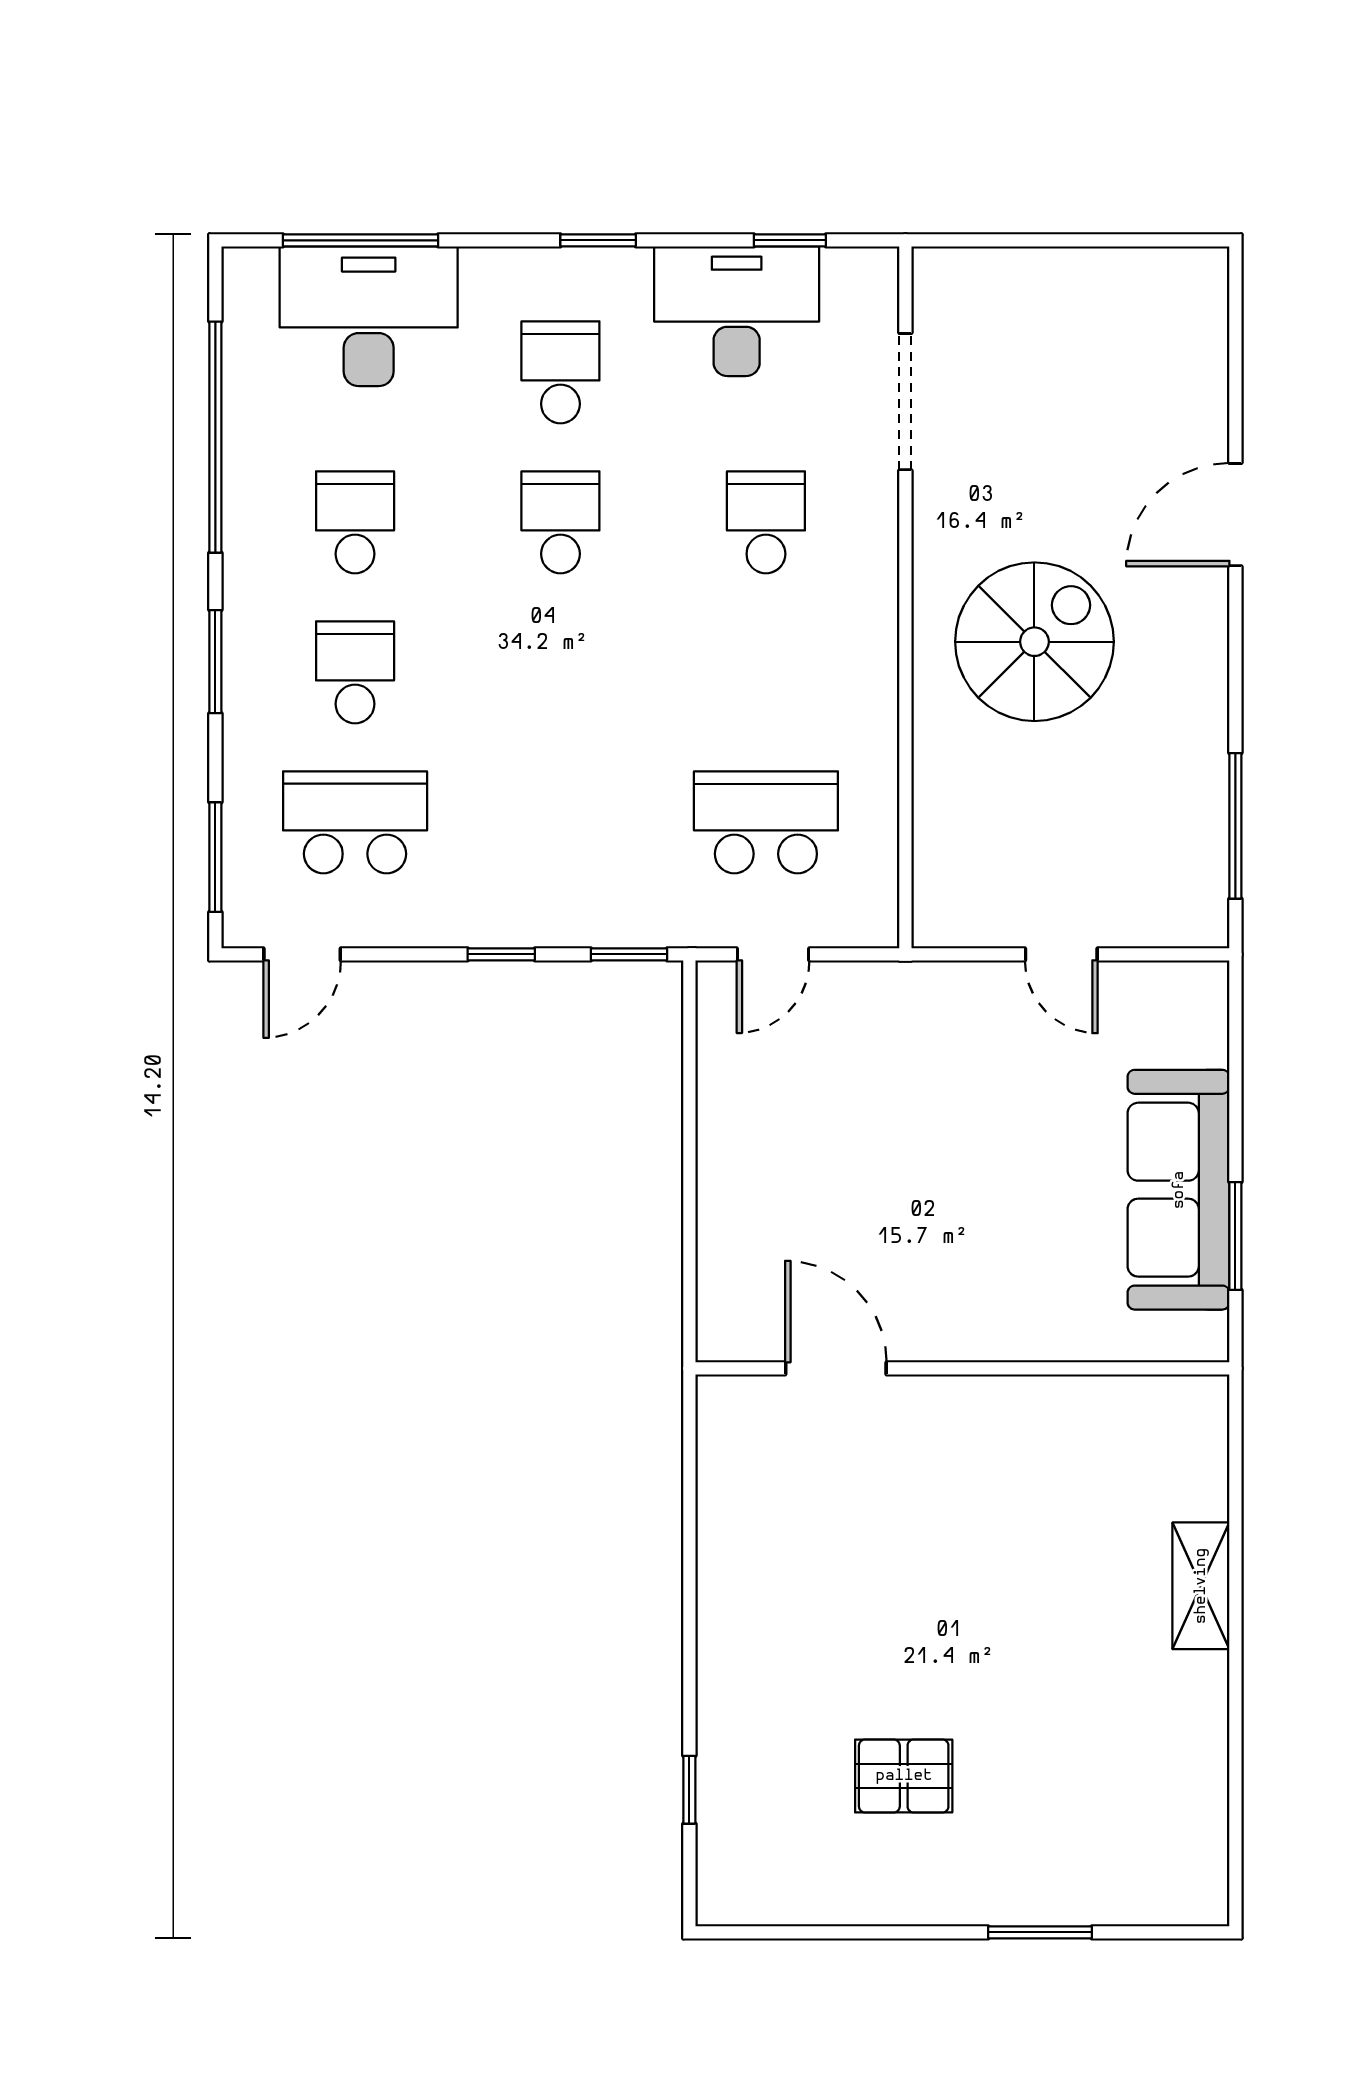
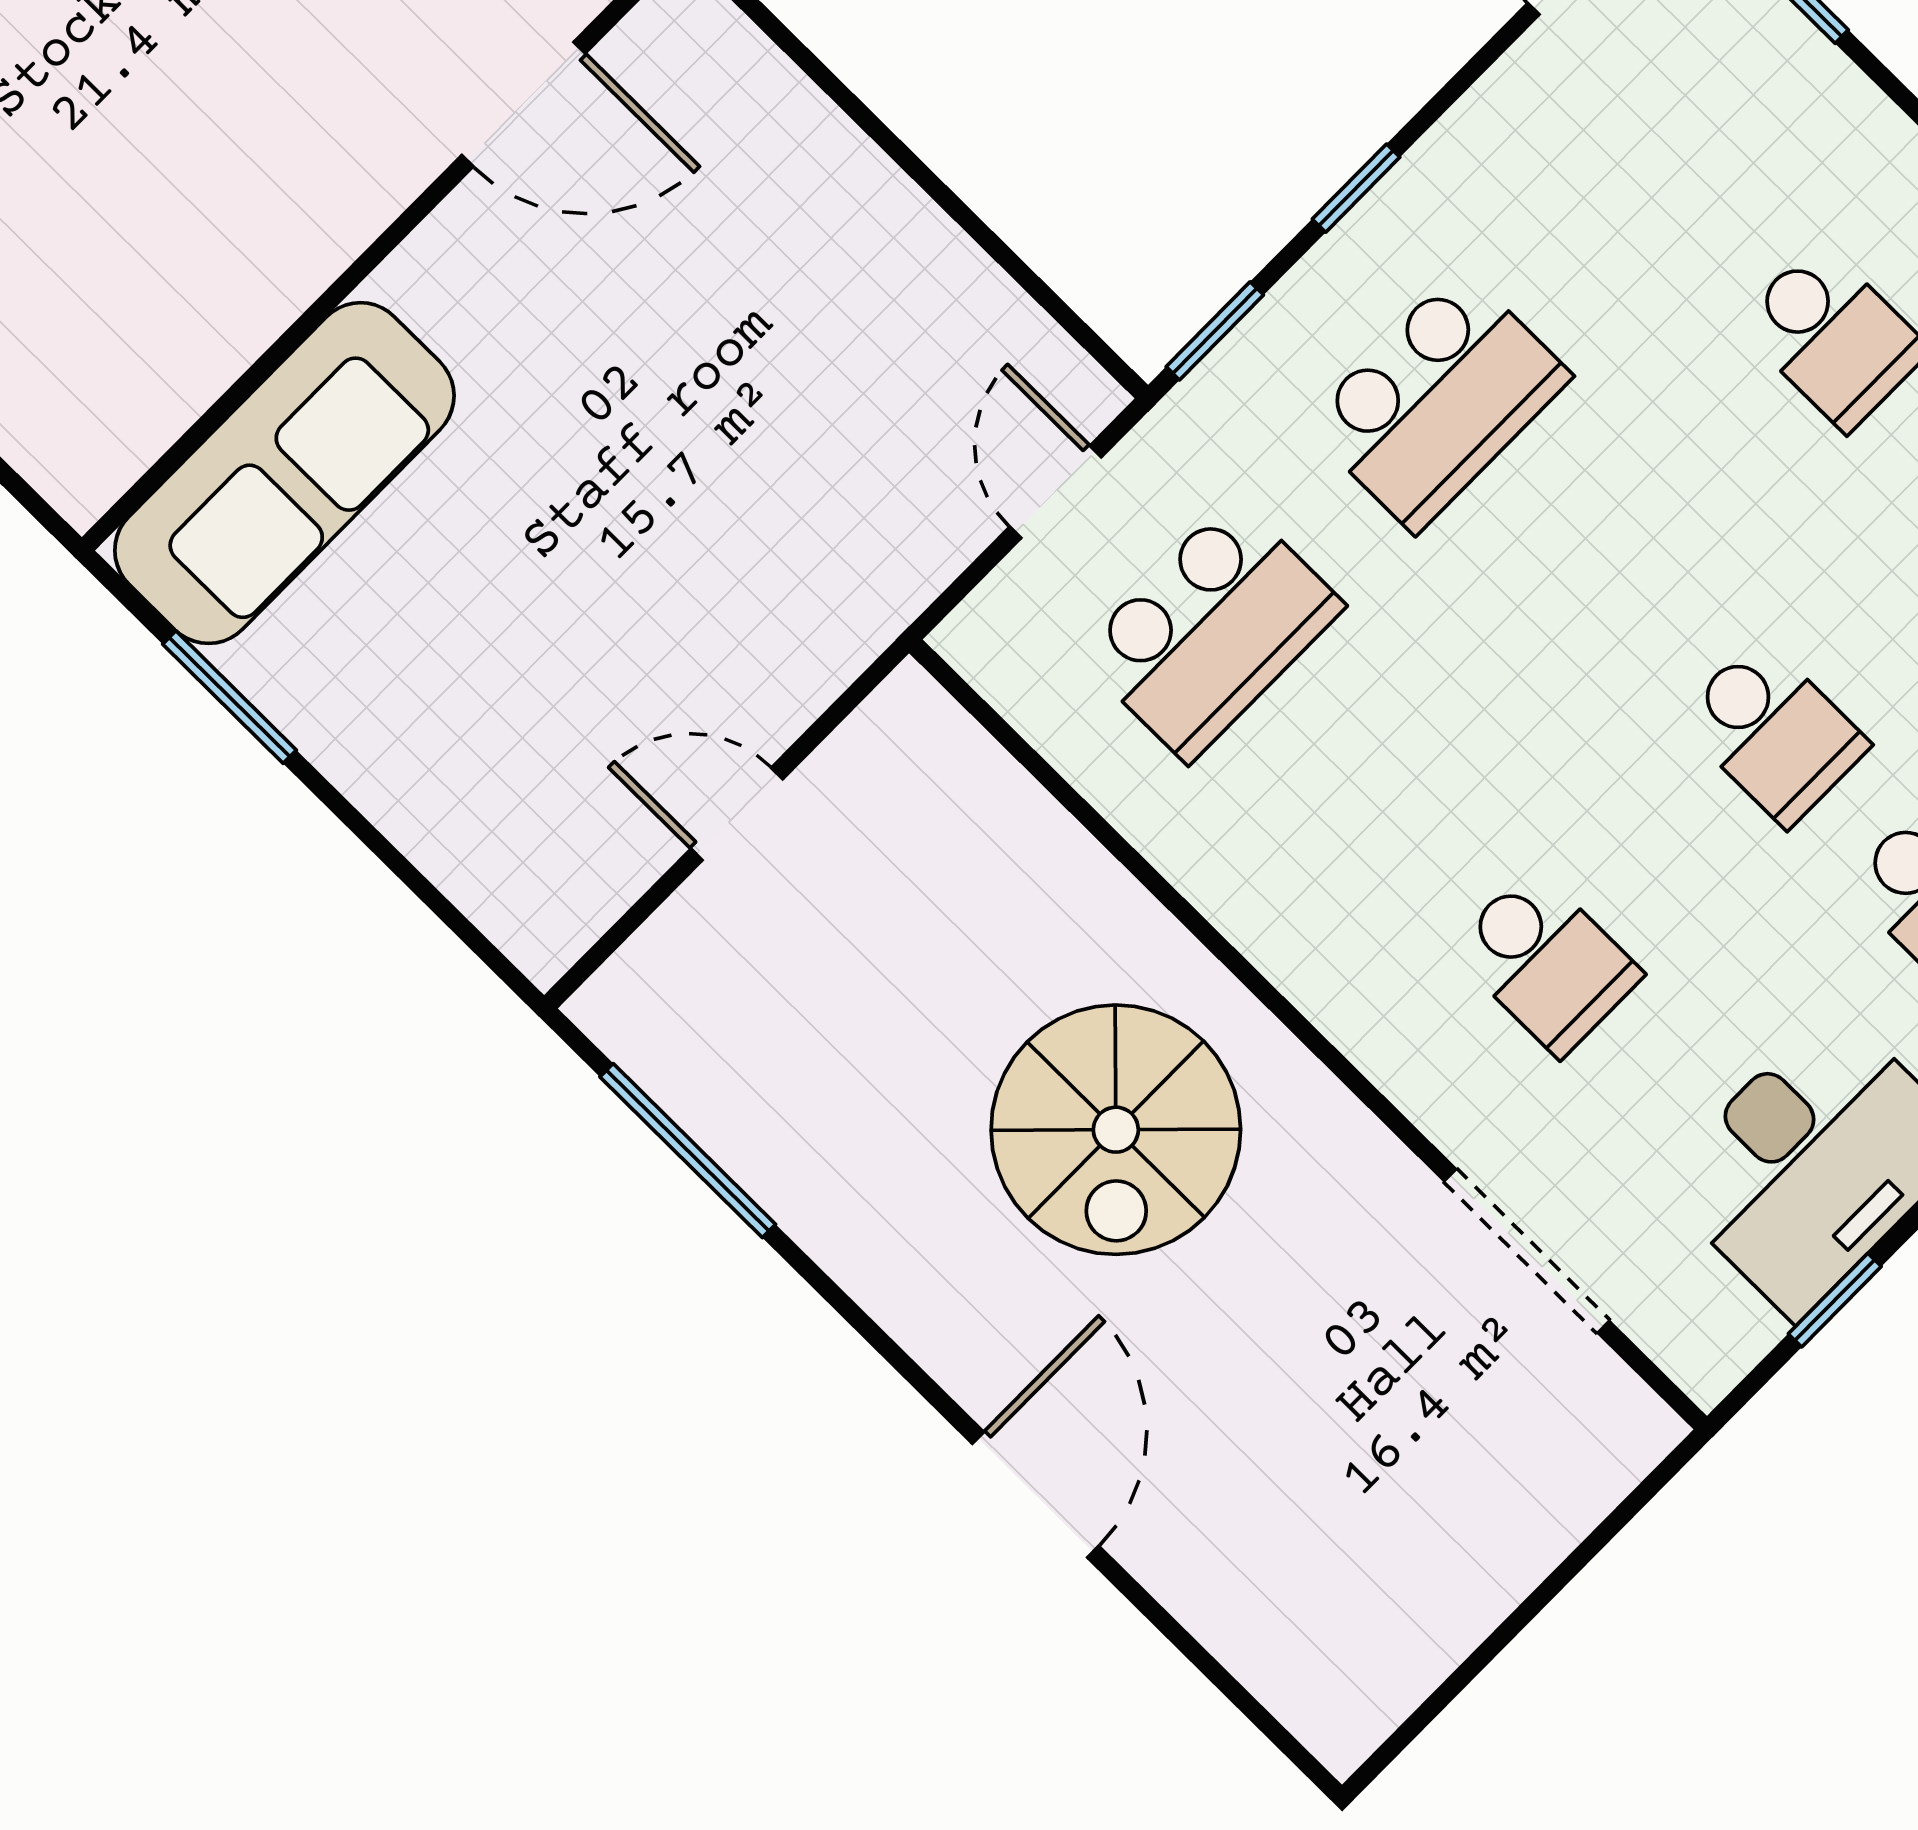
school desk: (355, 822) -> (1438, 400), moved
sofa: (1179, 1190) -> (284, 473), moved, turned 90

